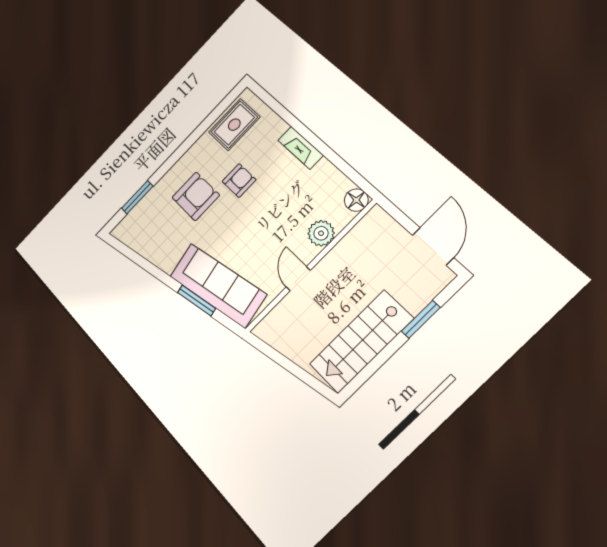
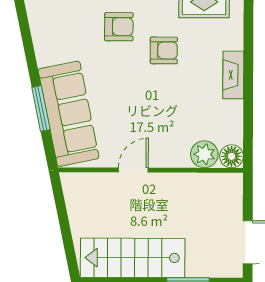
armchair: (196, 196) -> (119, 27), width x0.72, depth x0.72
plant: (321, 233) -> (204, 154), moved

